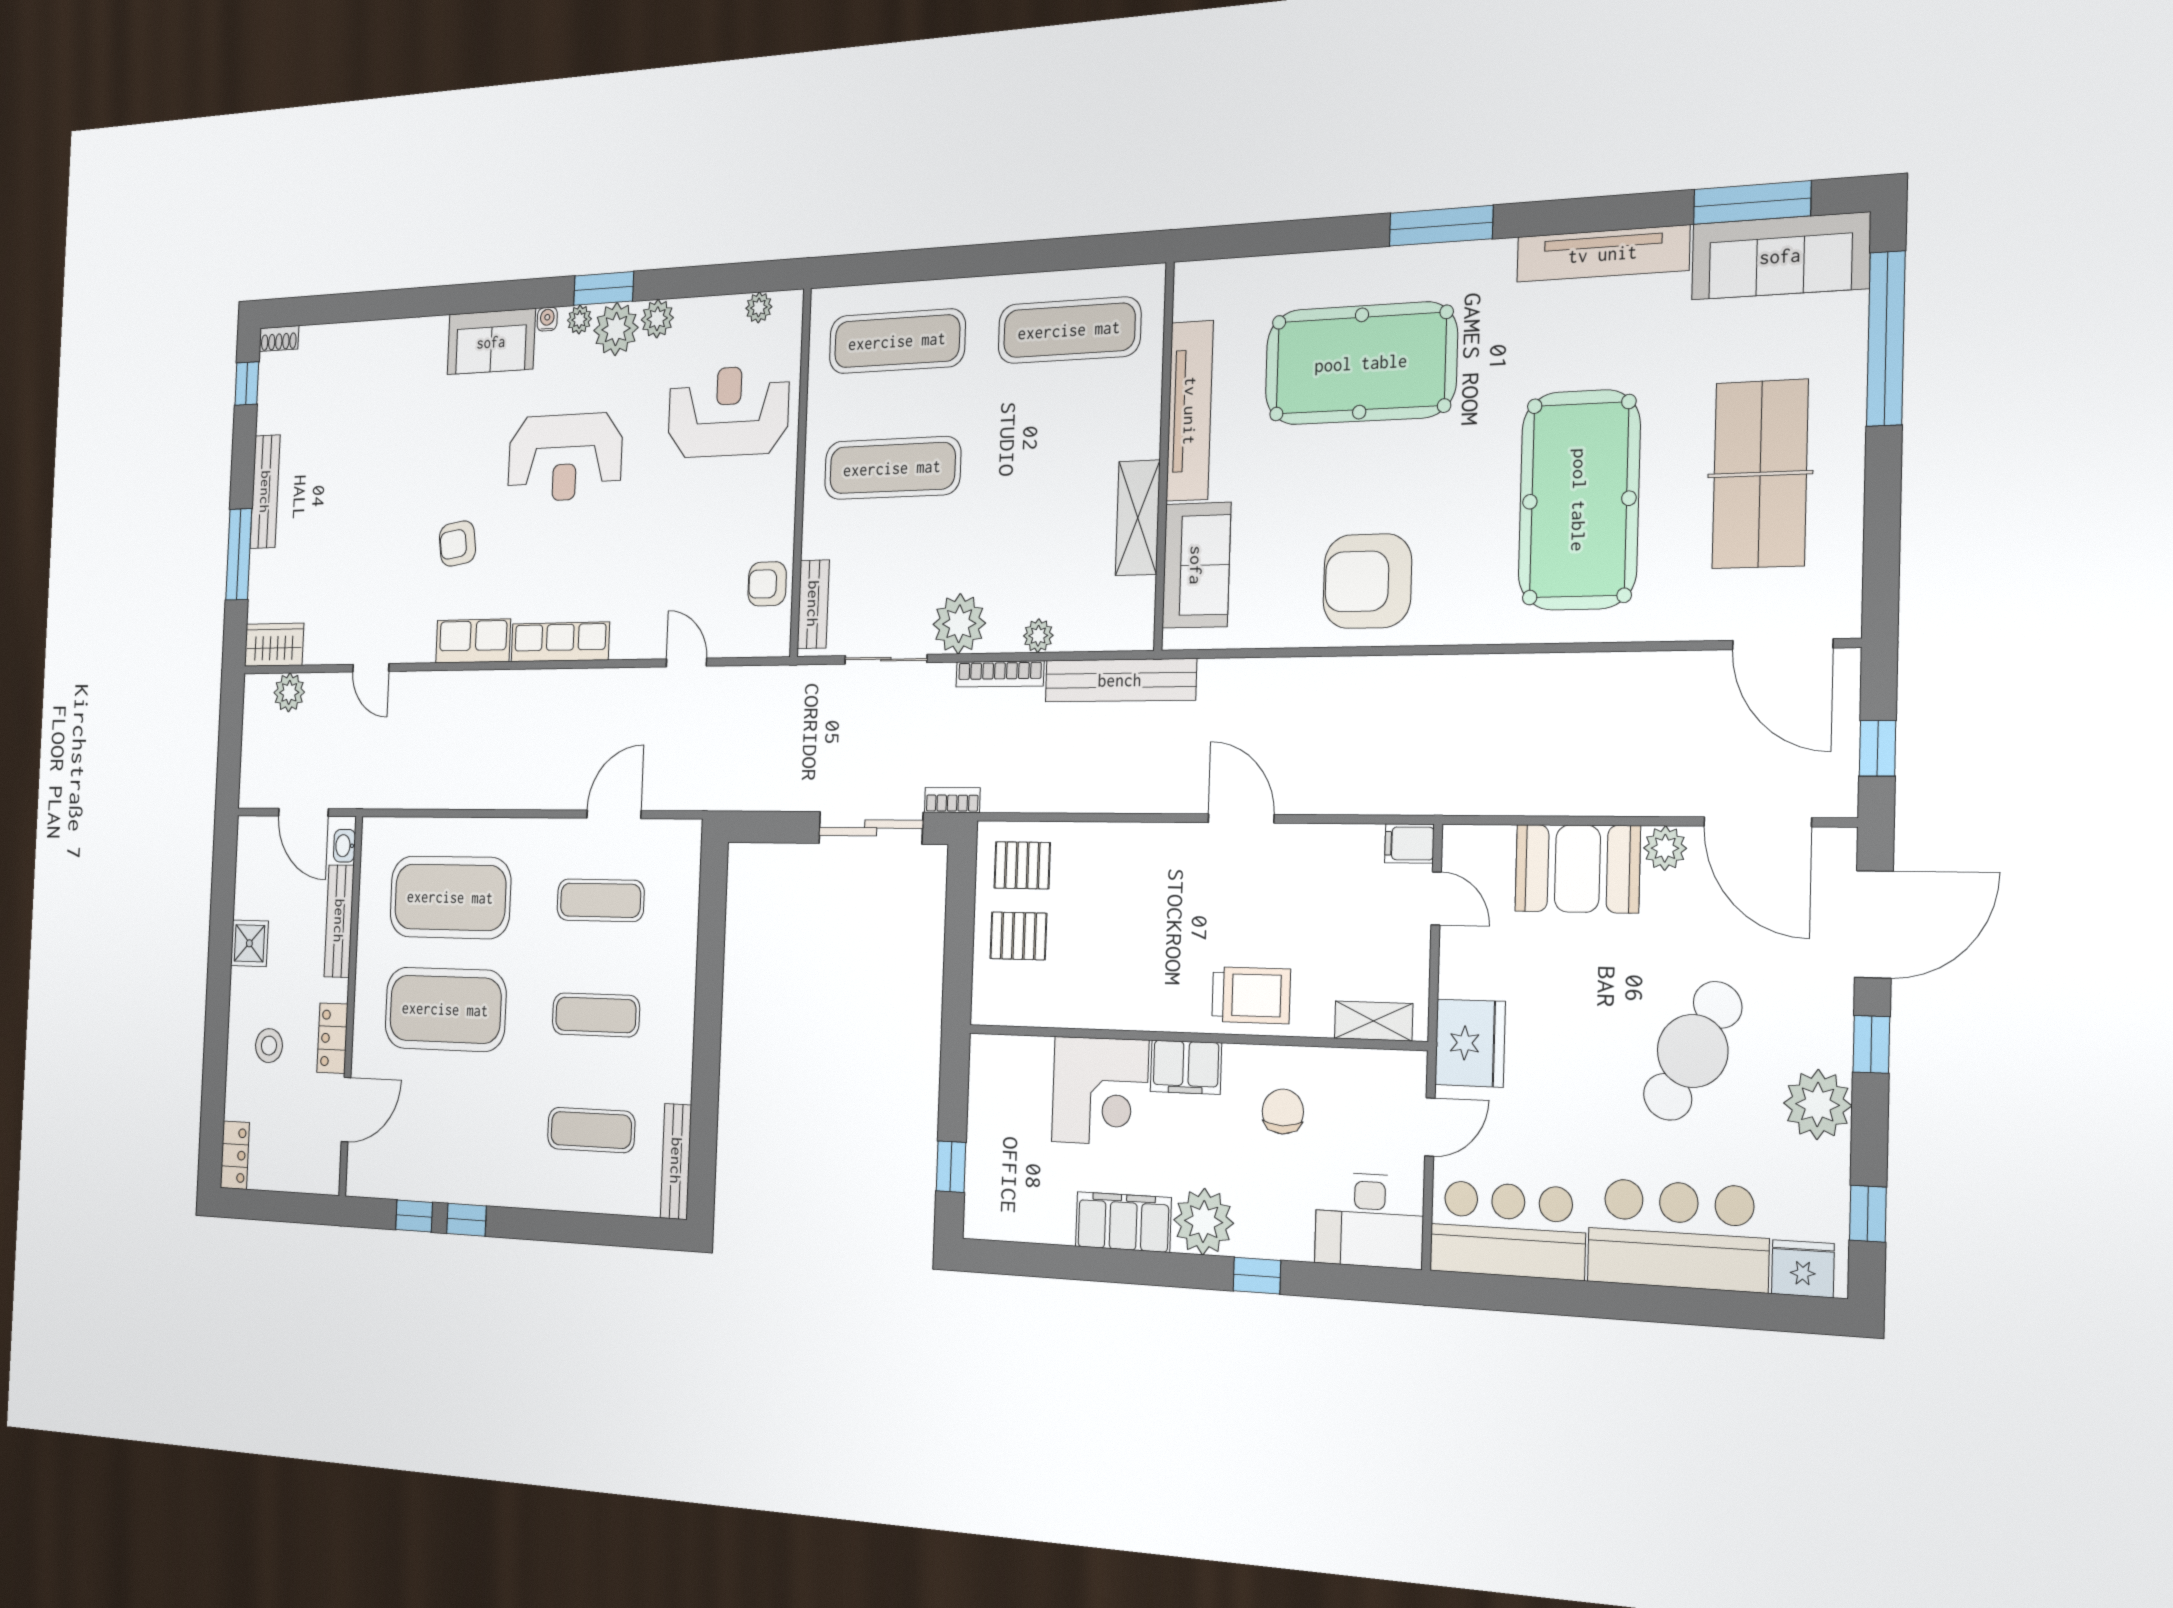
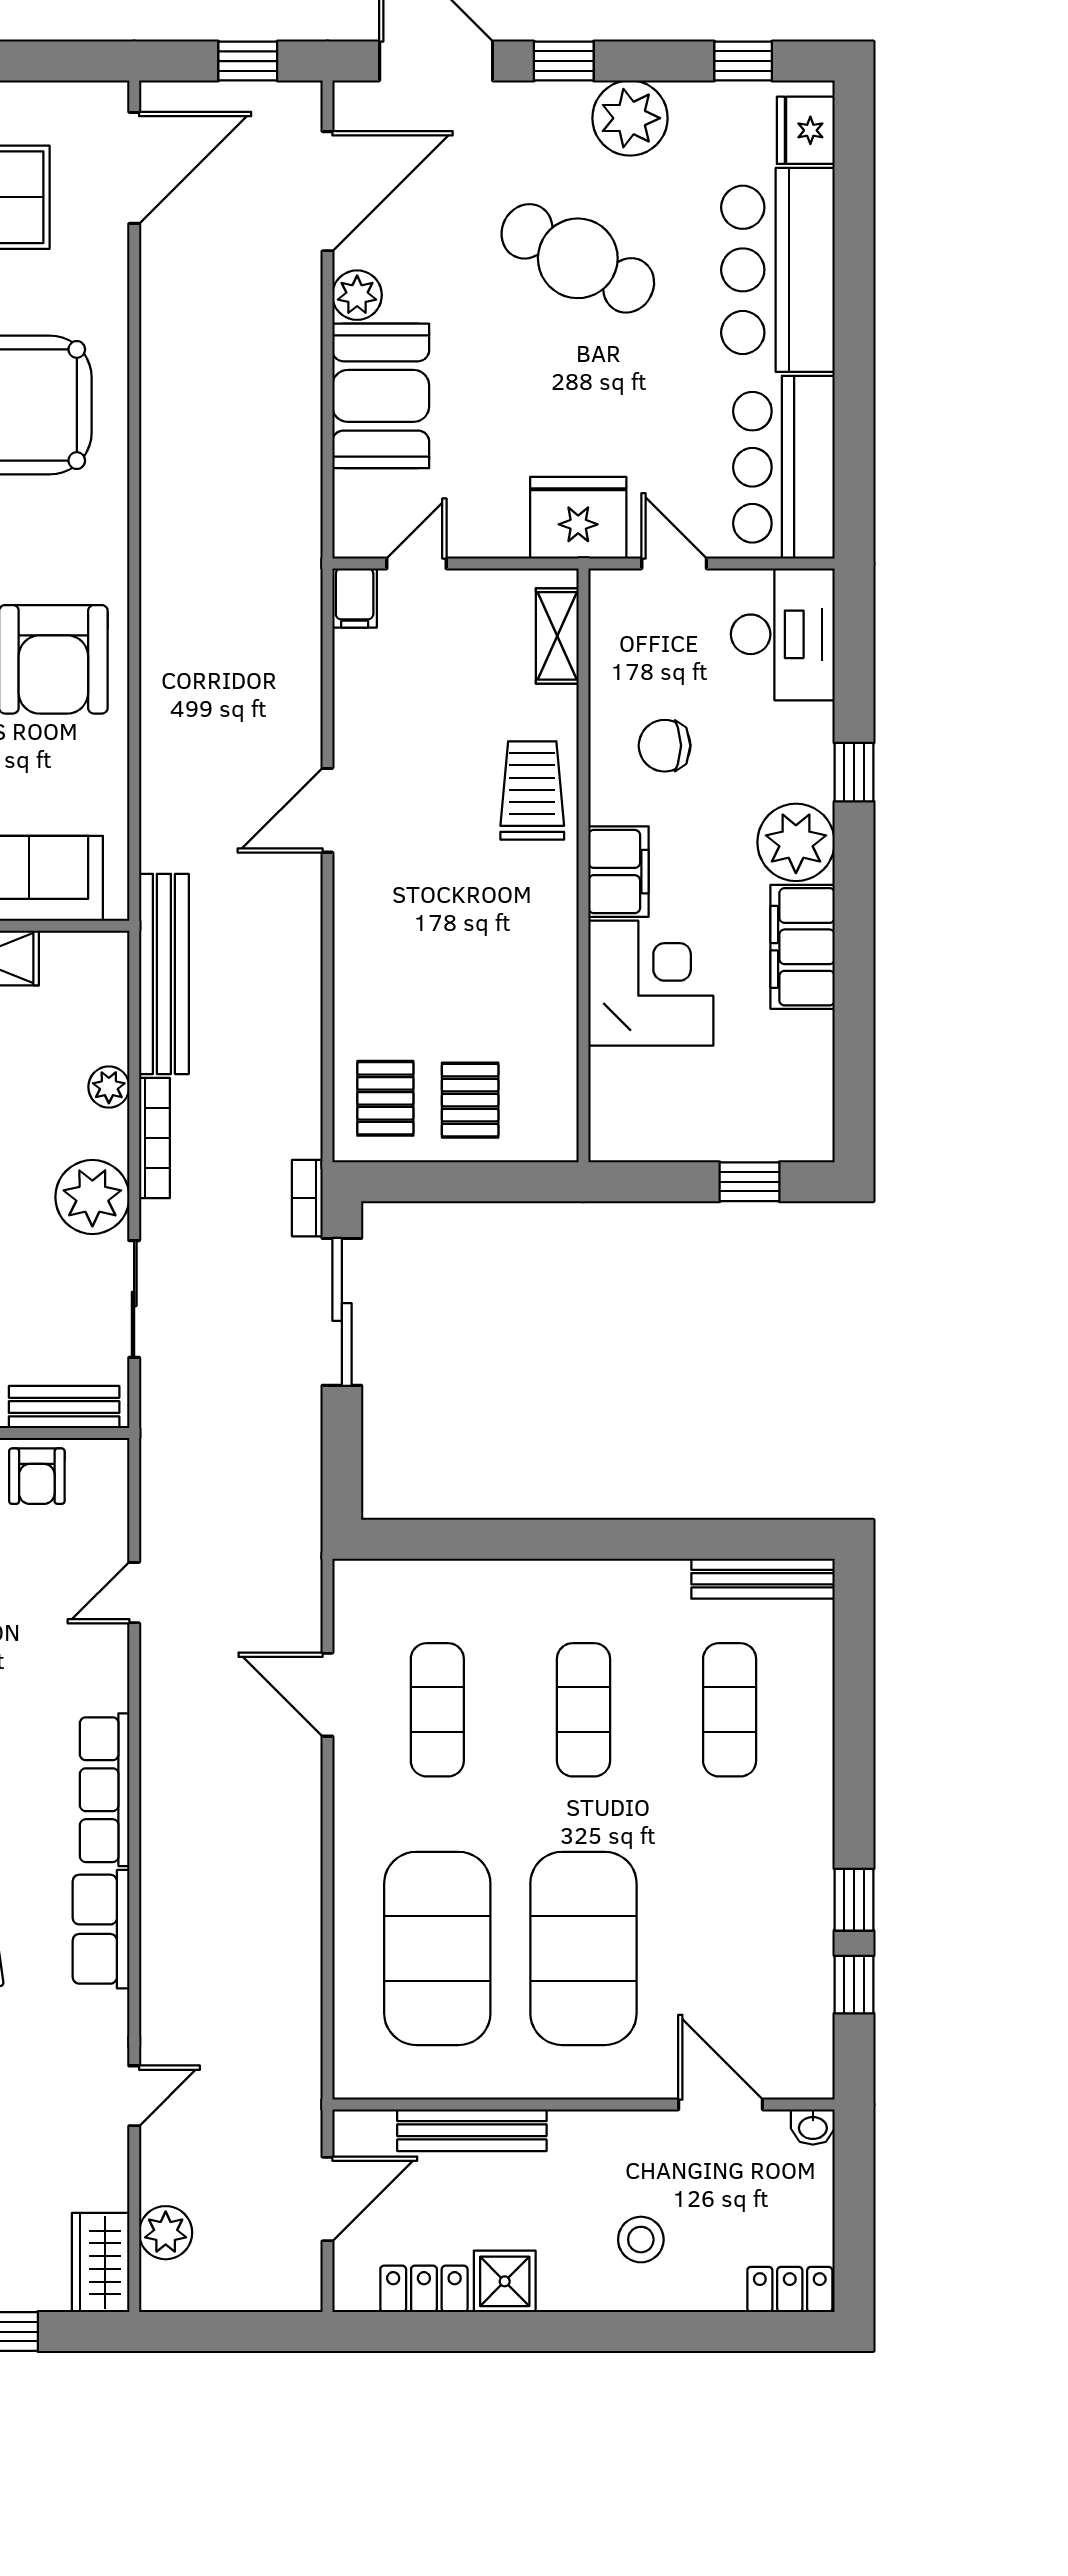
washbasin: (344, 846) -> (813, 2127), moved
locker: (332, 1038) -> (424, 2289), moved, turned 180

